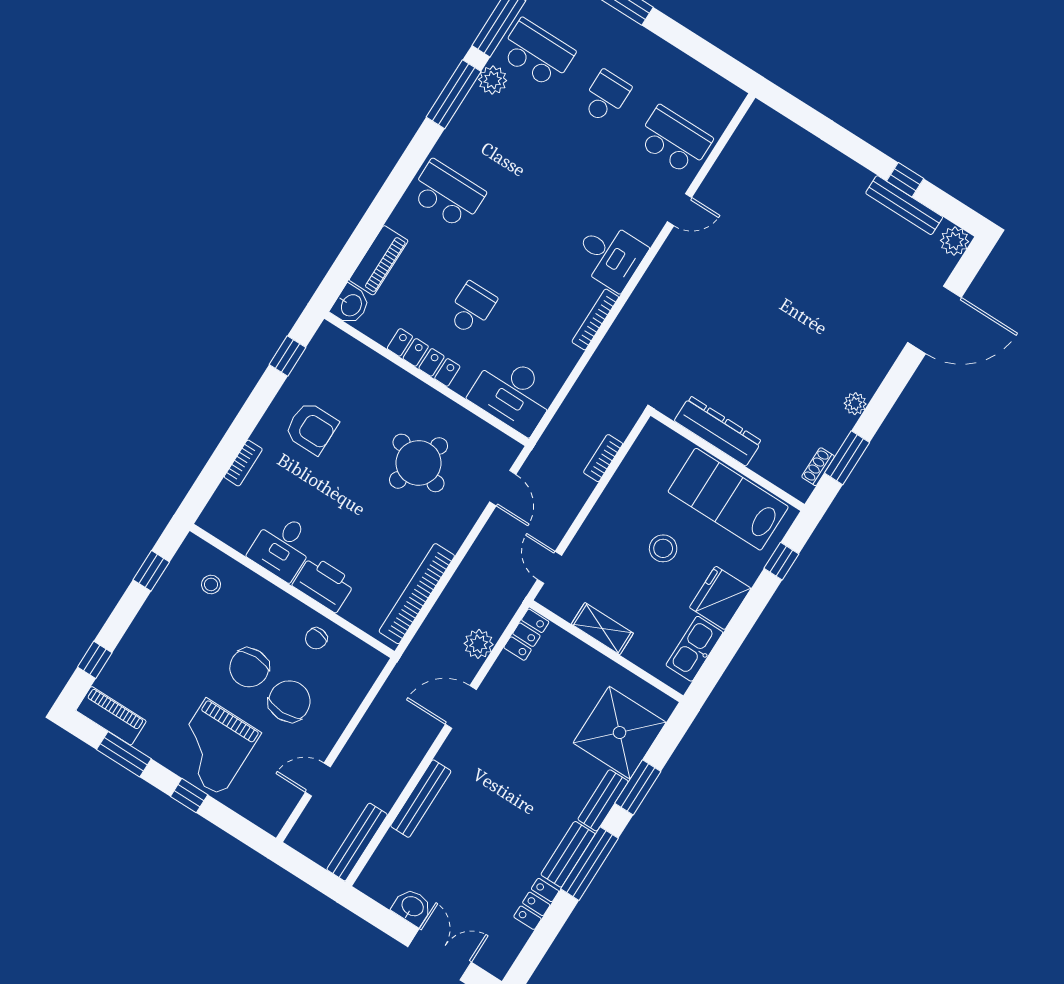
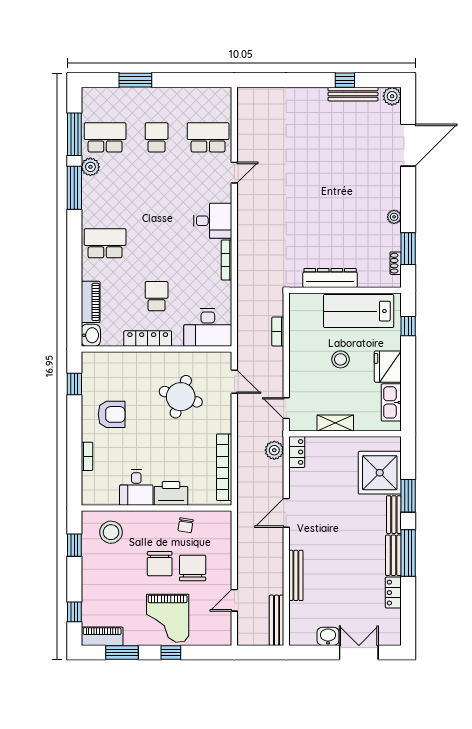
stool: (211, 584) -> (111, 532), width x1.89, depth x1.89
plant: (479, 644) -> (274, 450), moved

